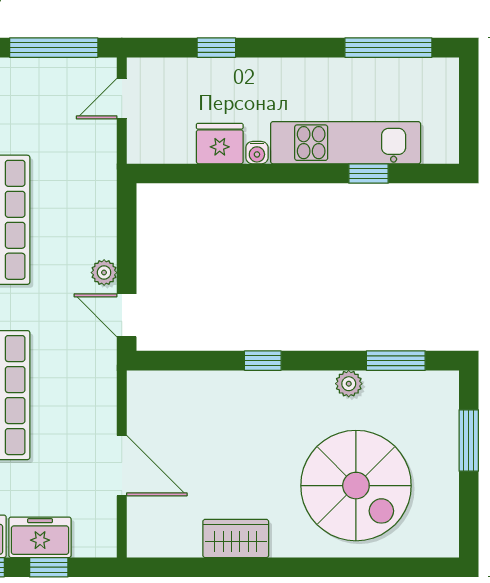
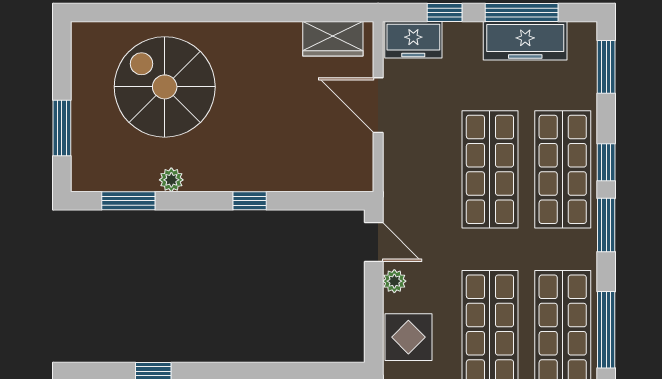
display table: (89, 211) -> (408, 337), added
freezer: (40, 537) -> (413, 40), moved
wardrobe: (236, 538) -> (333, 39), moved

